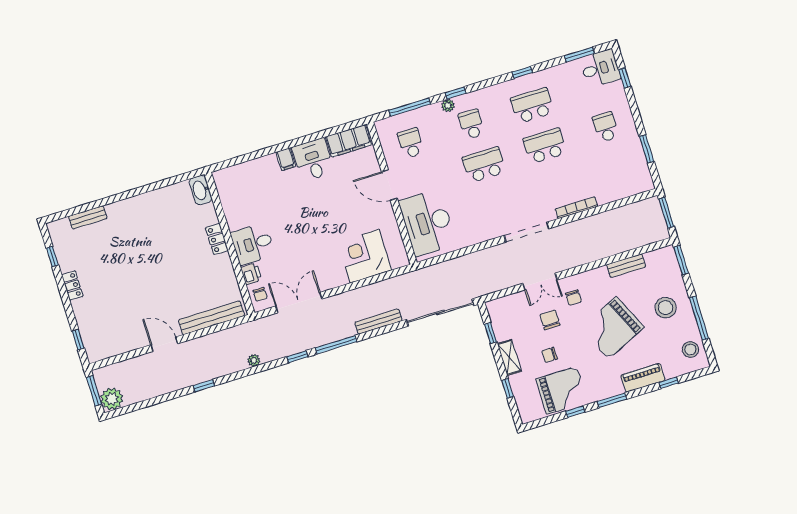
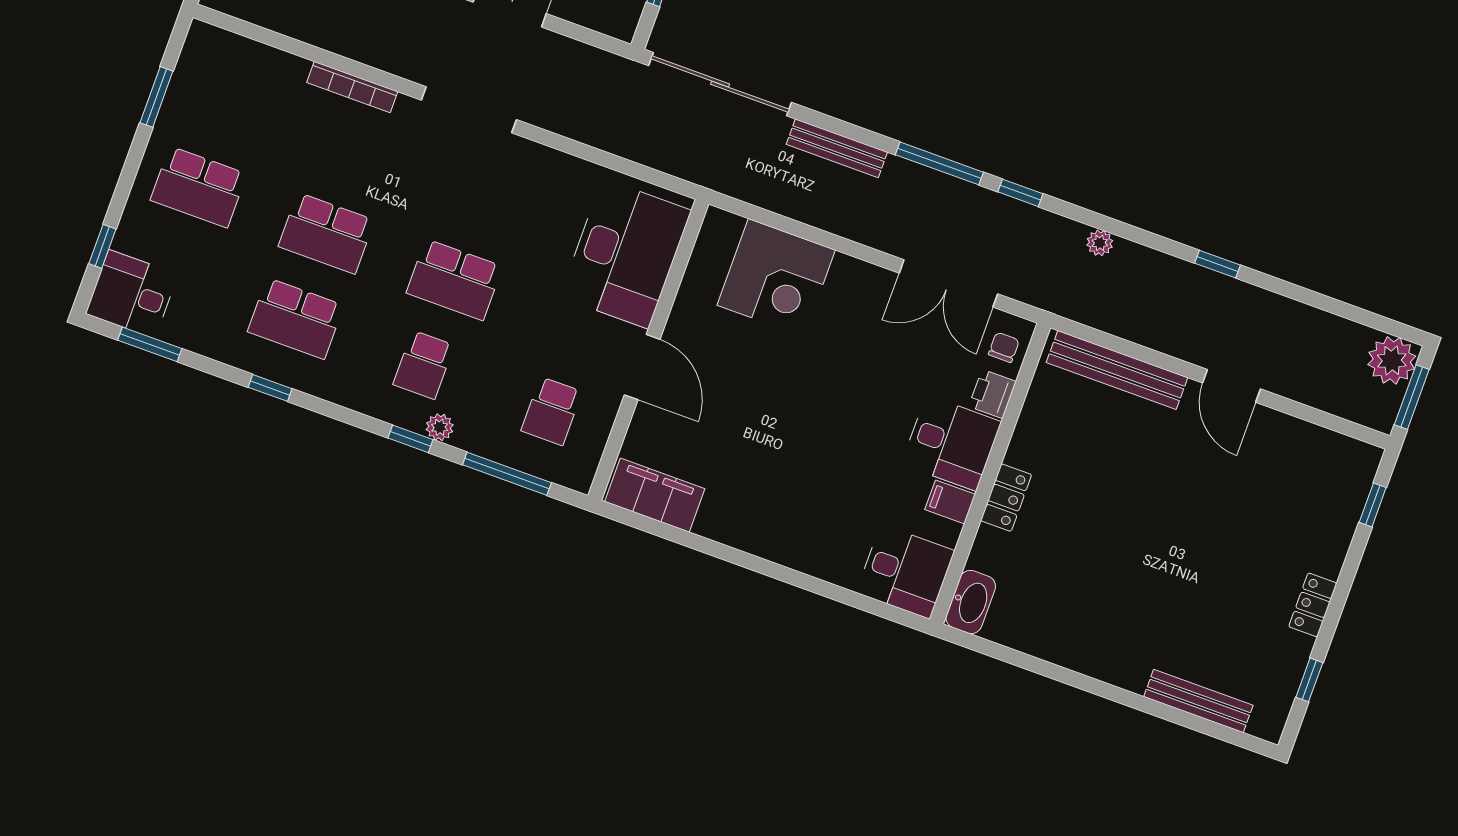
school desk: (606, 127) -> (199, 187), width x1.85
filing cabinet: (286, 159) -> (950, 502), moved, turned -90
desk: (313, 160) -> (905, 572), moved, turned -90
bench: (88, 217) -> (1198, 701), width x1.36

